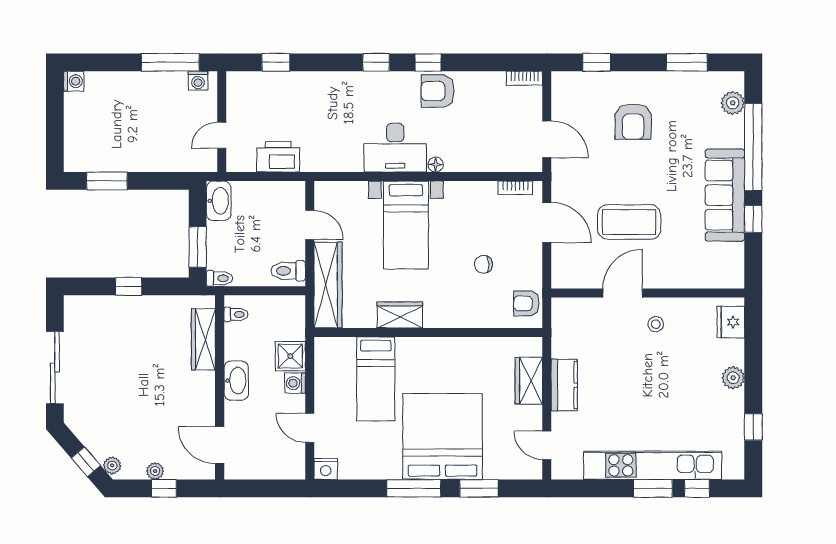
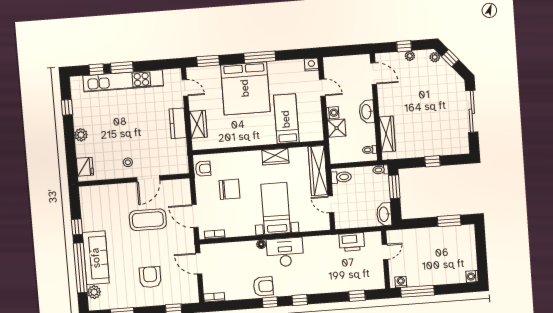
sofa: (725, 195) -> (96, 258), moved
chair: (483, 264) -> (229, 189), width x1.87, depth x1.87
window: (479, 488) -> (208, 61), moved

